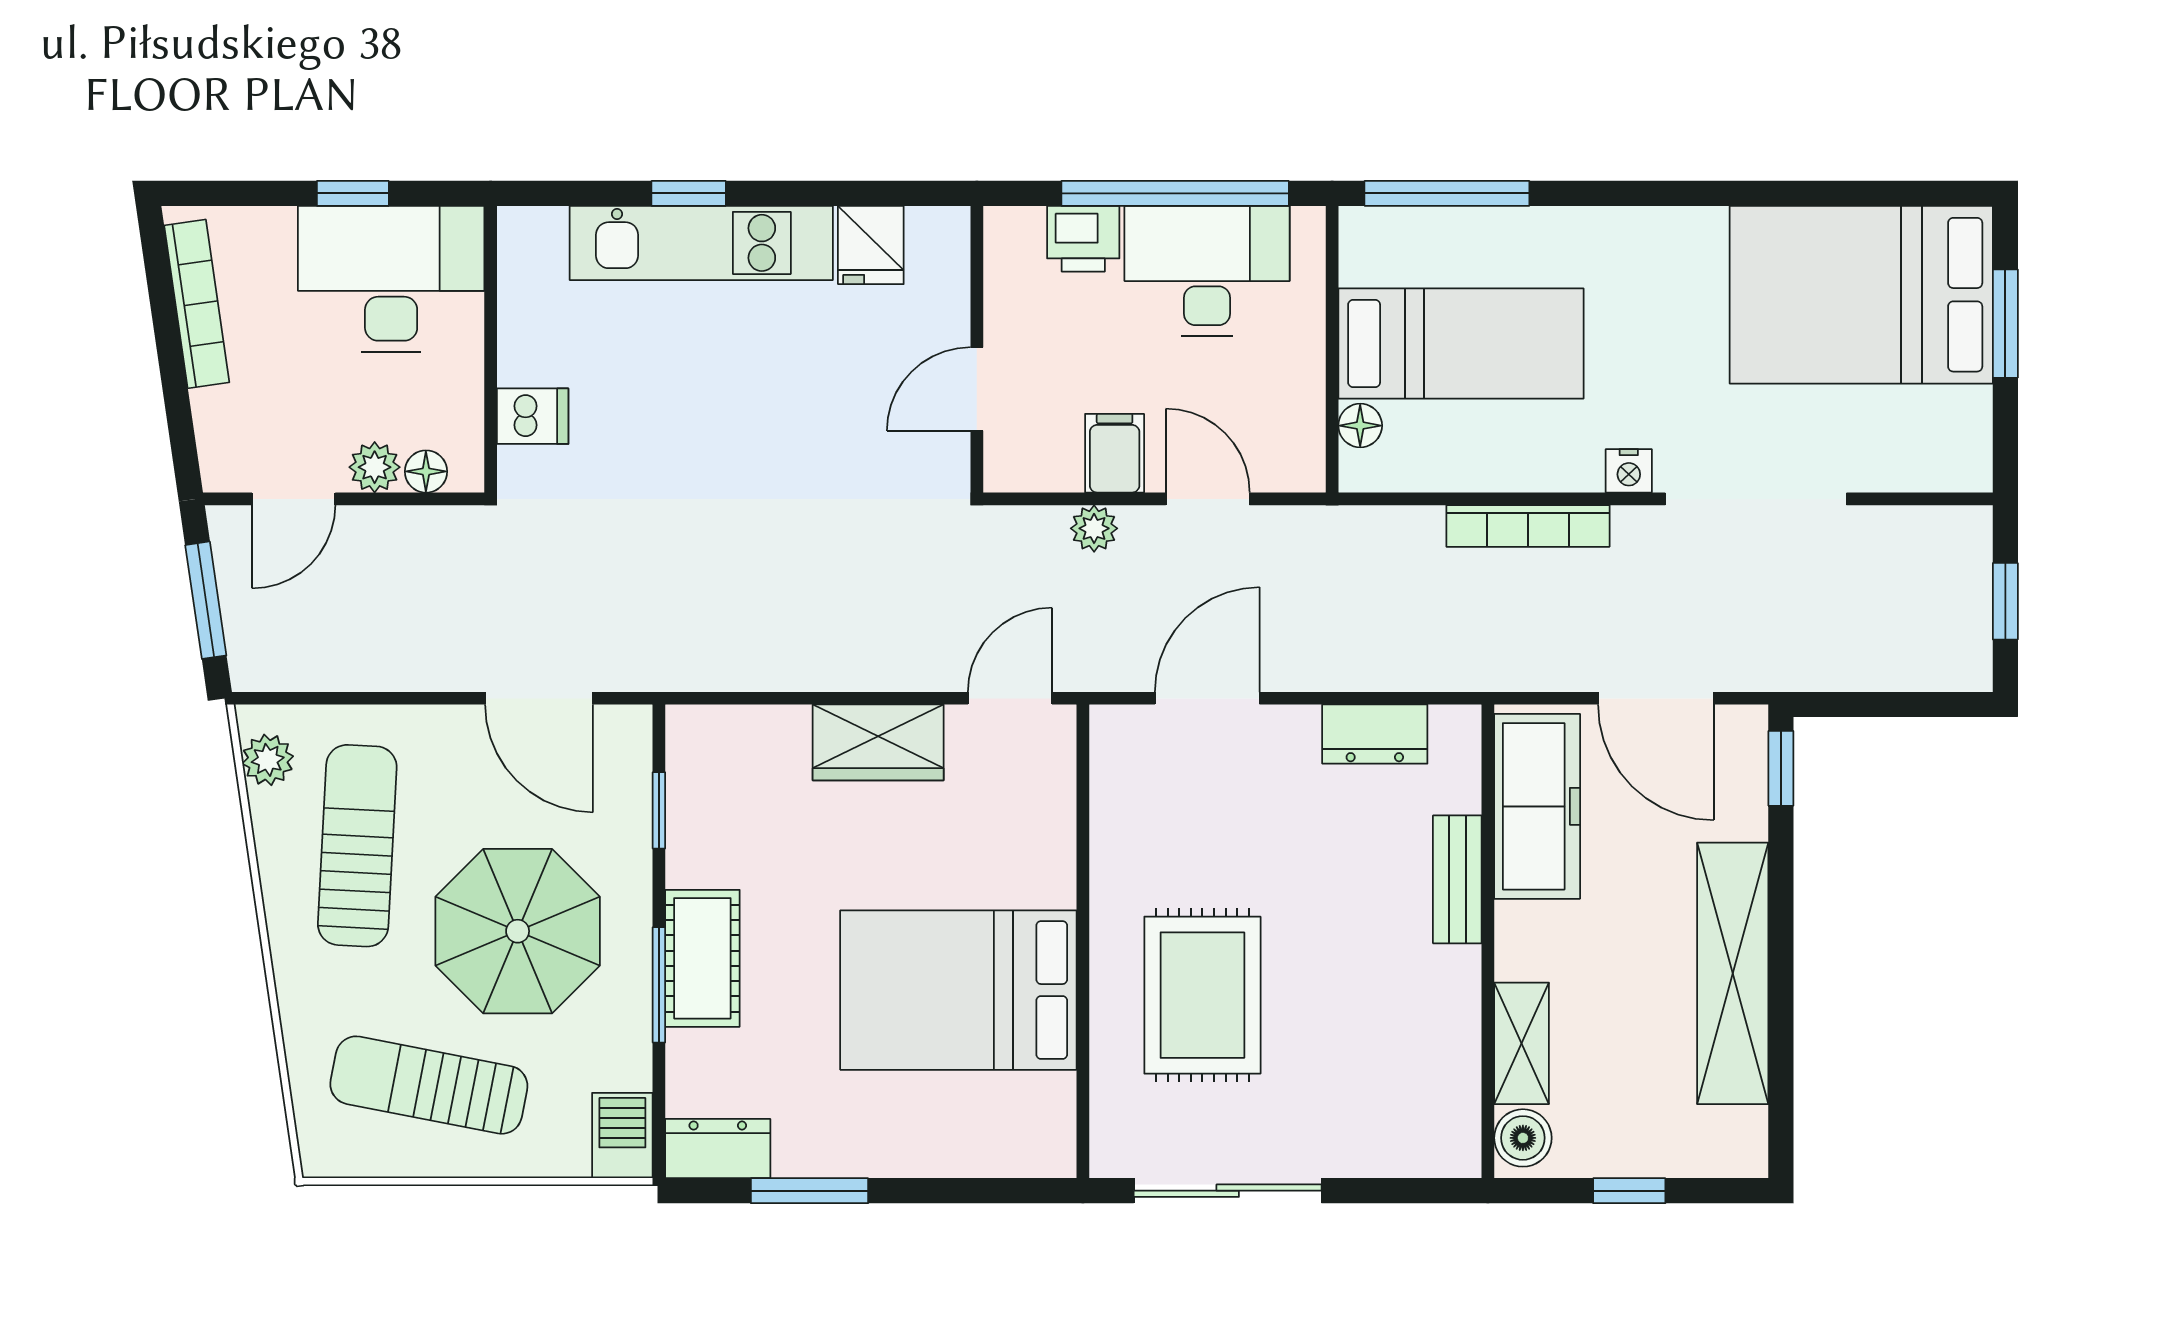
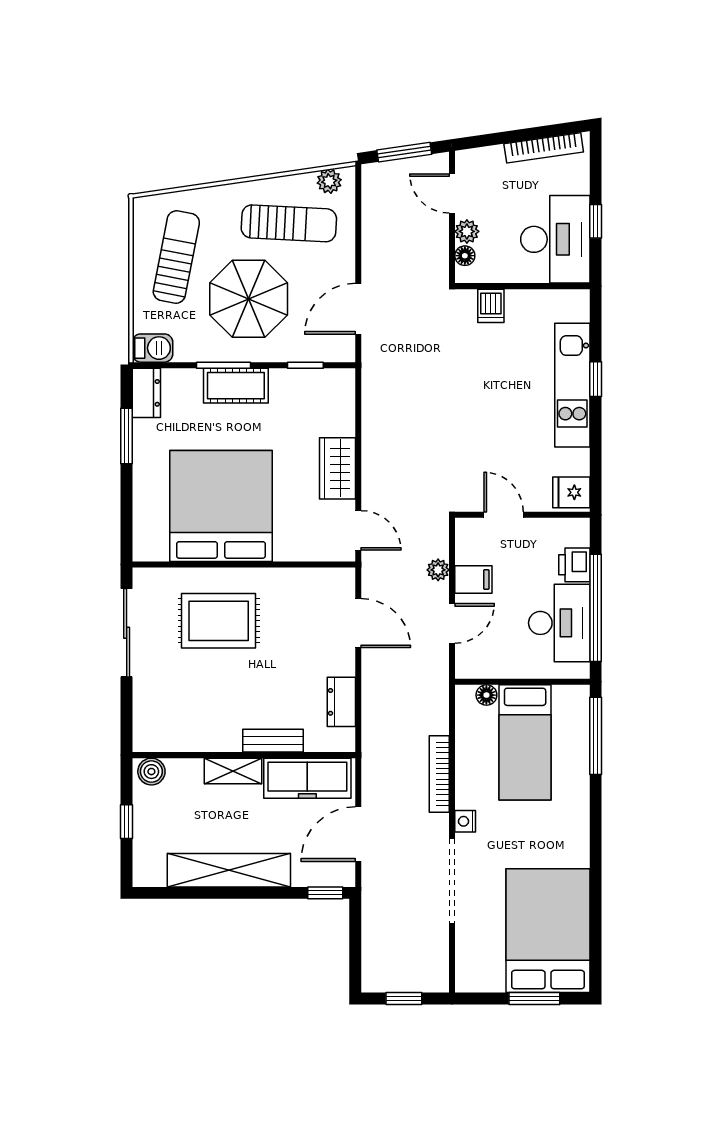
fridge: (871, 245) -> (571, 492), moved
bed: (958, 990) -> (221, 506), width x1.36
shelving: (1522, 1043) -> (233, 771), moved

